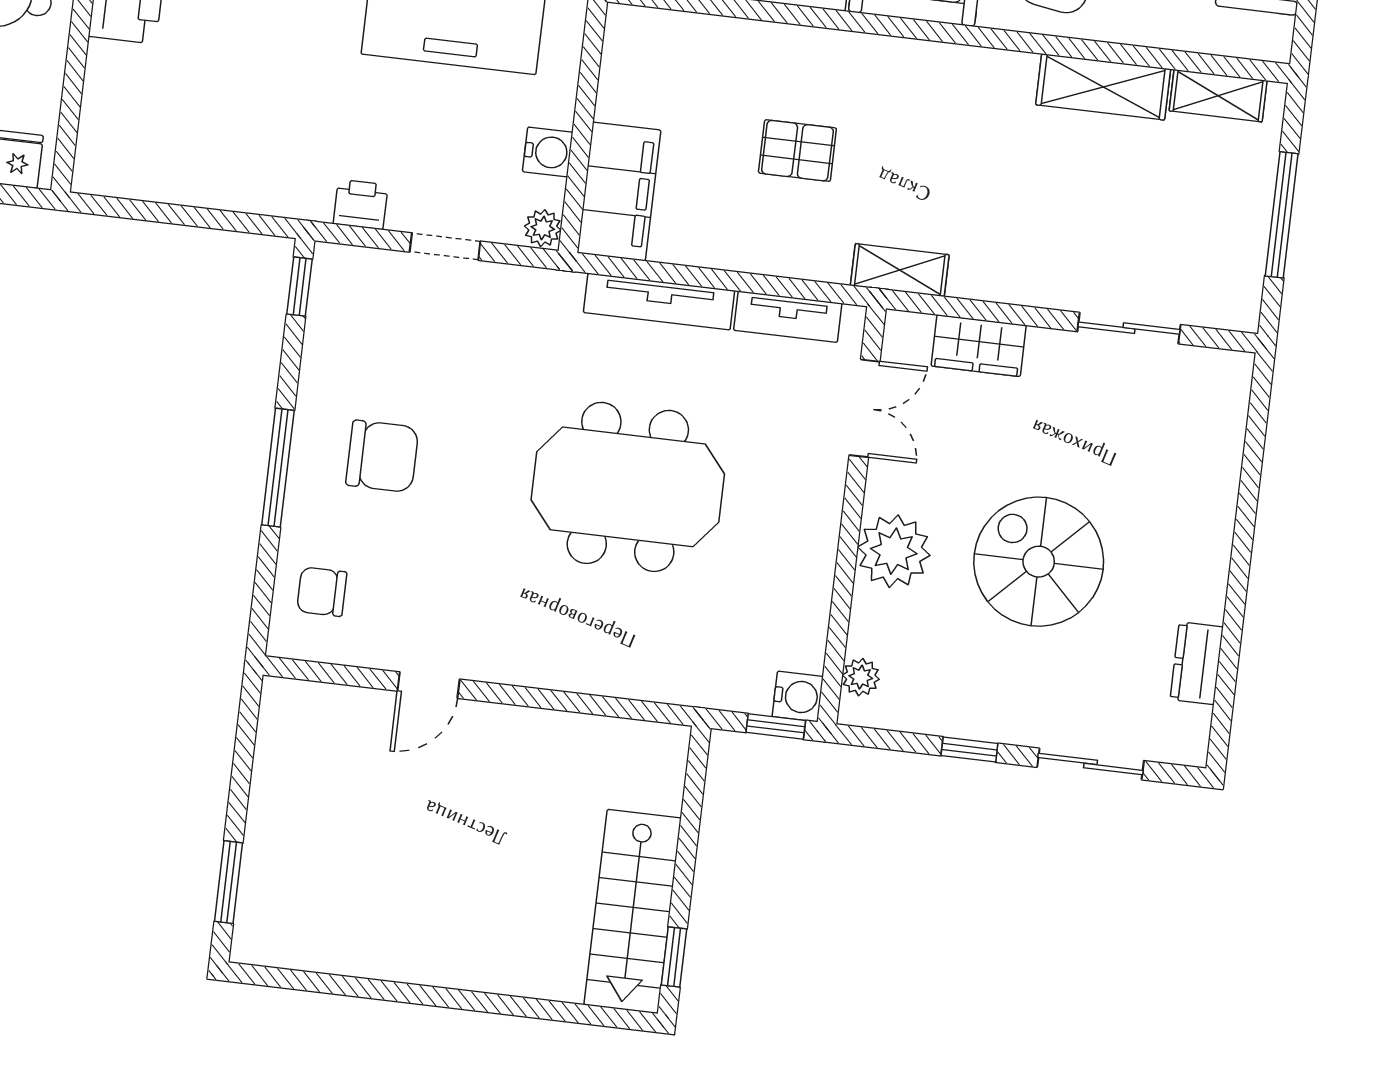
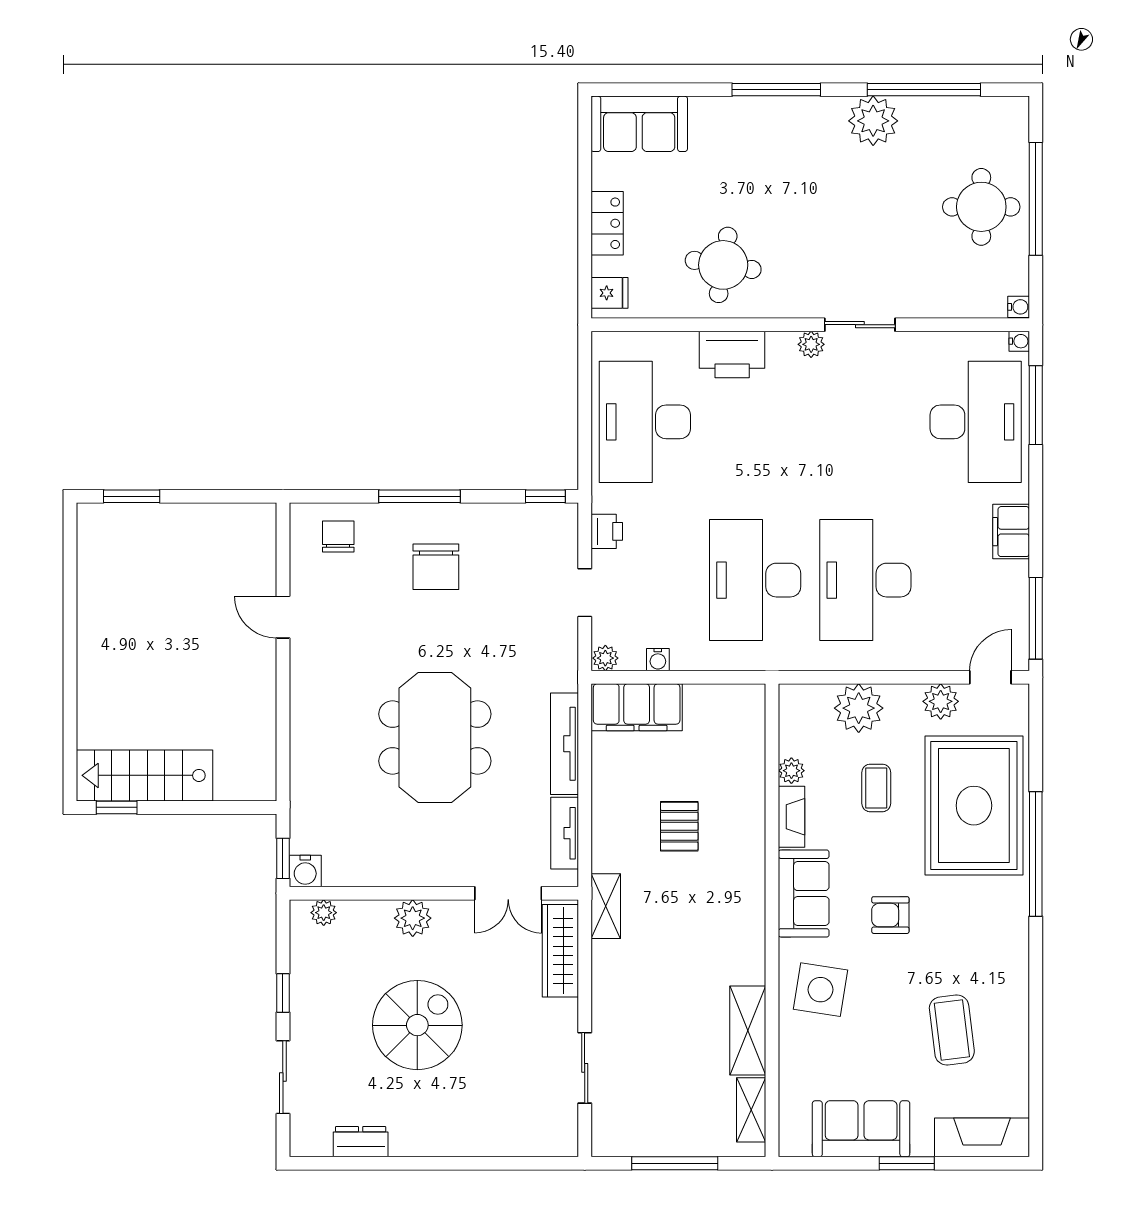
desk: (210, 131) -> (645, 422), added
water cooler: (548, 152) -> (658, 660), width x0.72, depth x0.72
wardrobe: (979, 346) -> (560, 951), width x1.50
plant: (894, 551) -> (413, 918), width x0.73, depth x0.73

